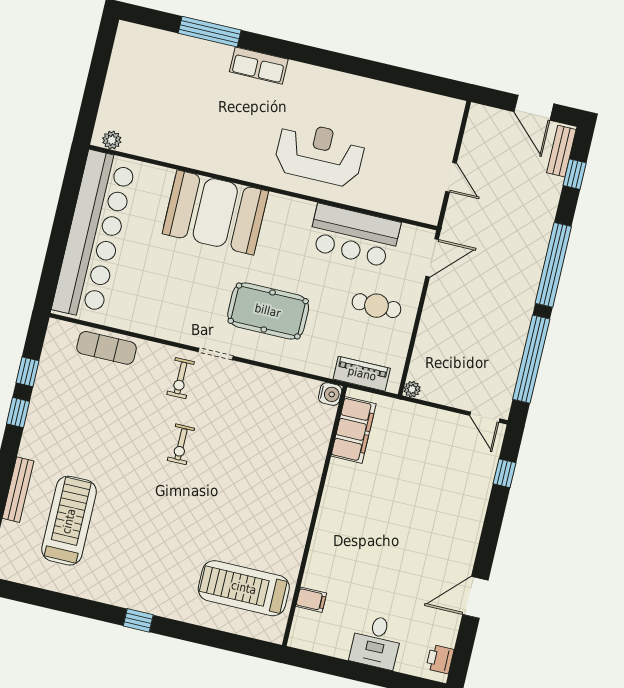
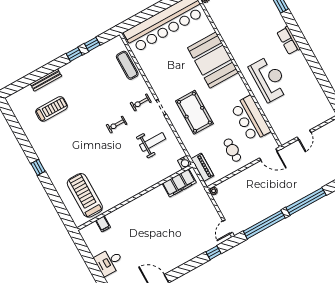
row of seats: (259, 66) -> (289, 41), moved
weight bench: (256, 414) -> (153, 142), added
treadmill: (69, 521) -> (52, 109), width x0.73, depth x0.73

